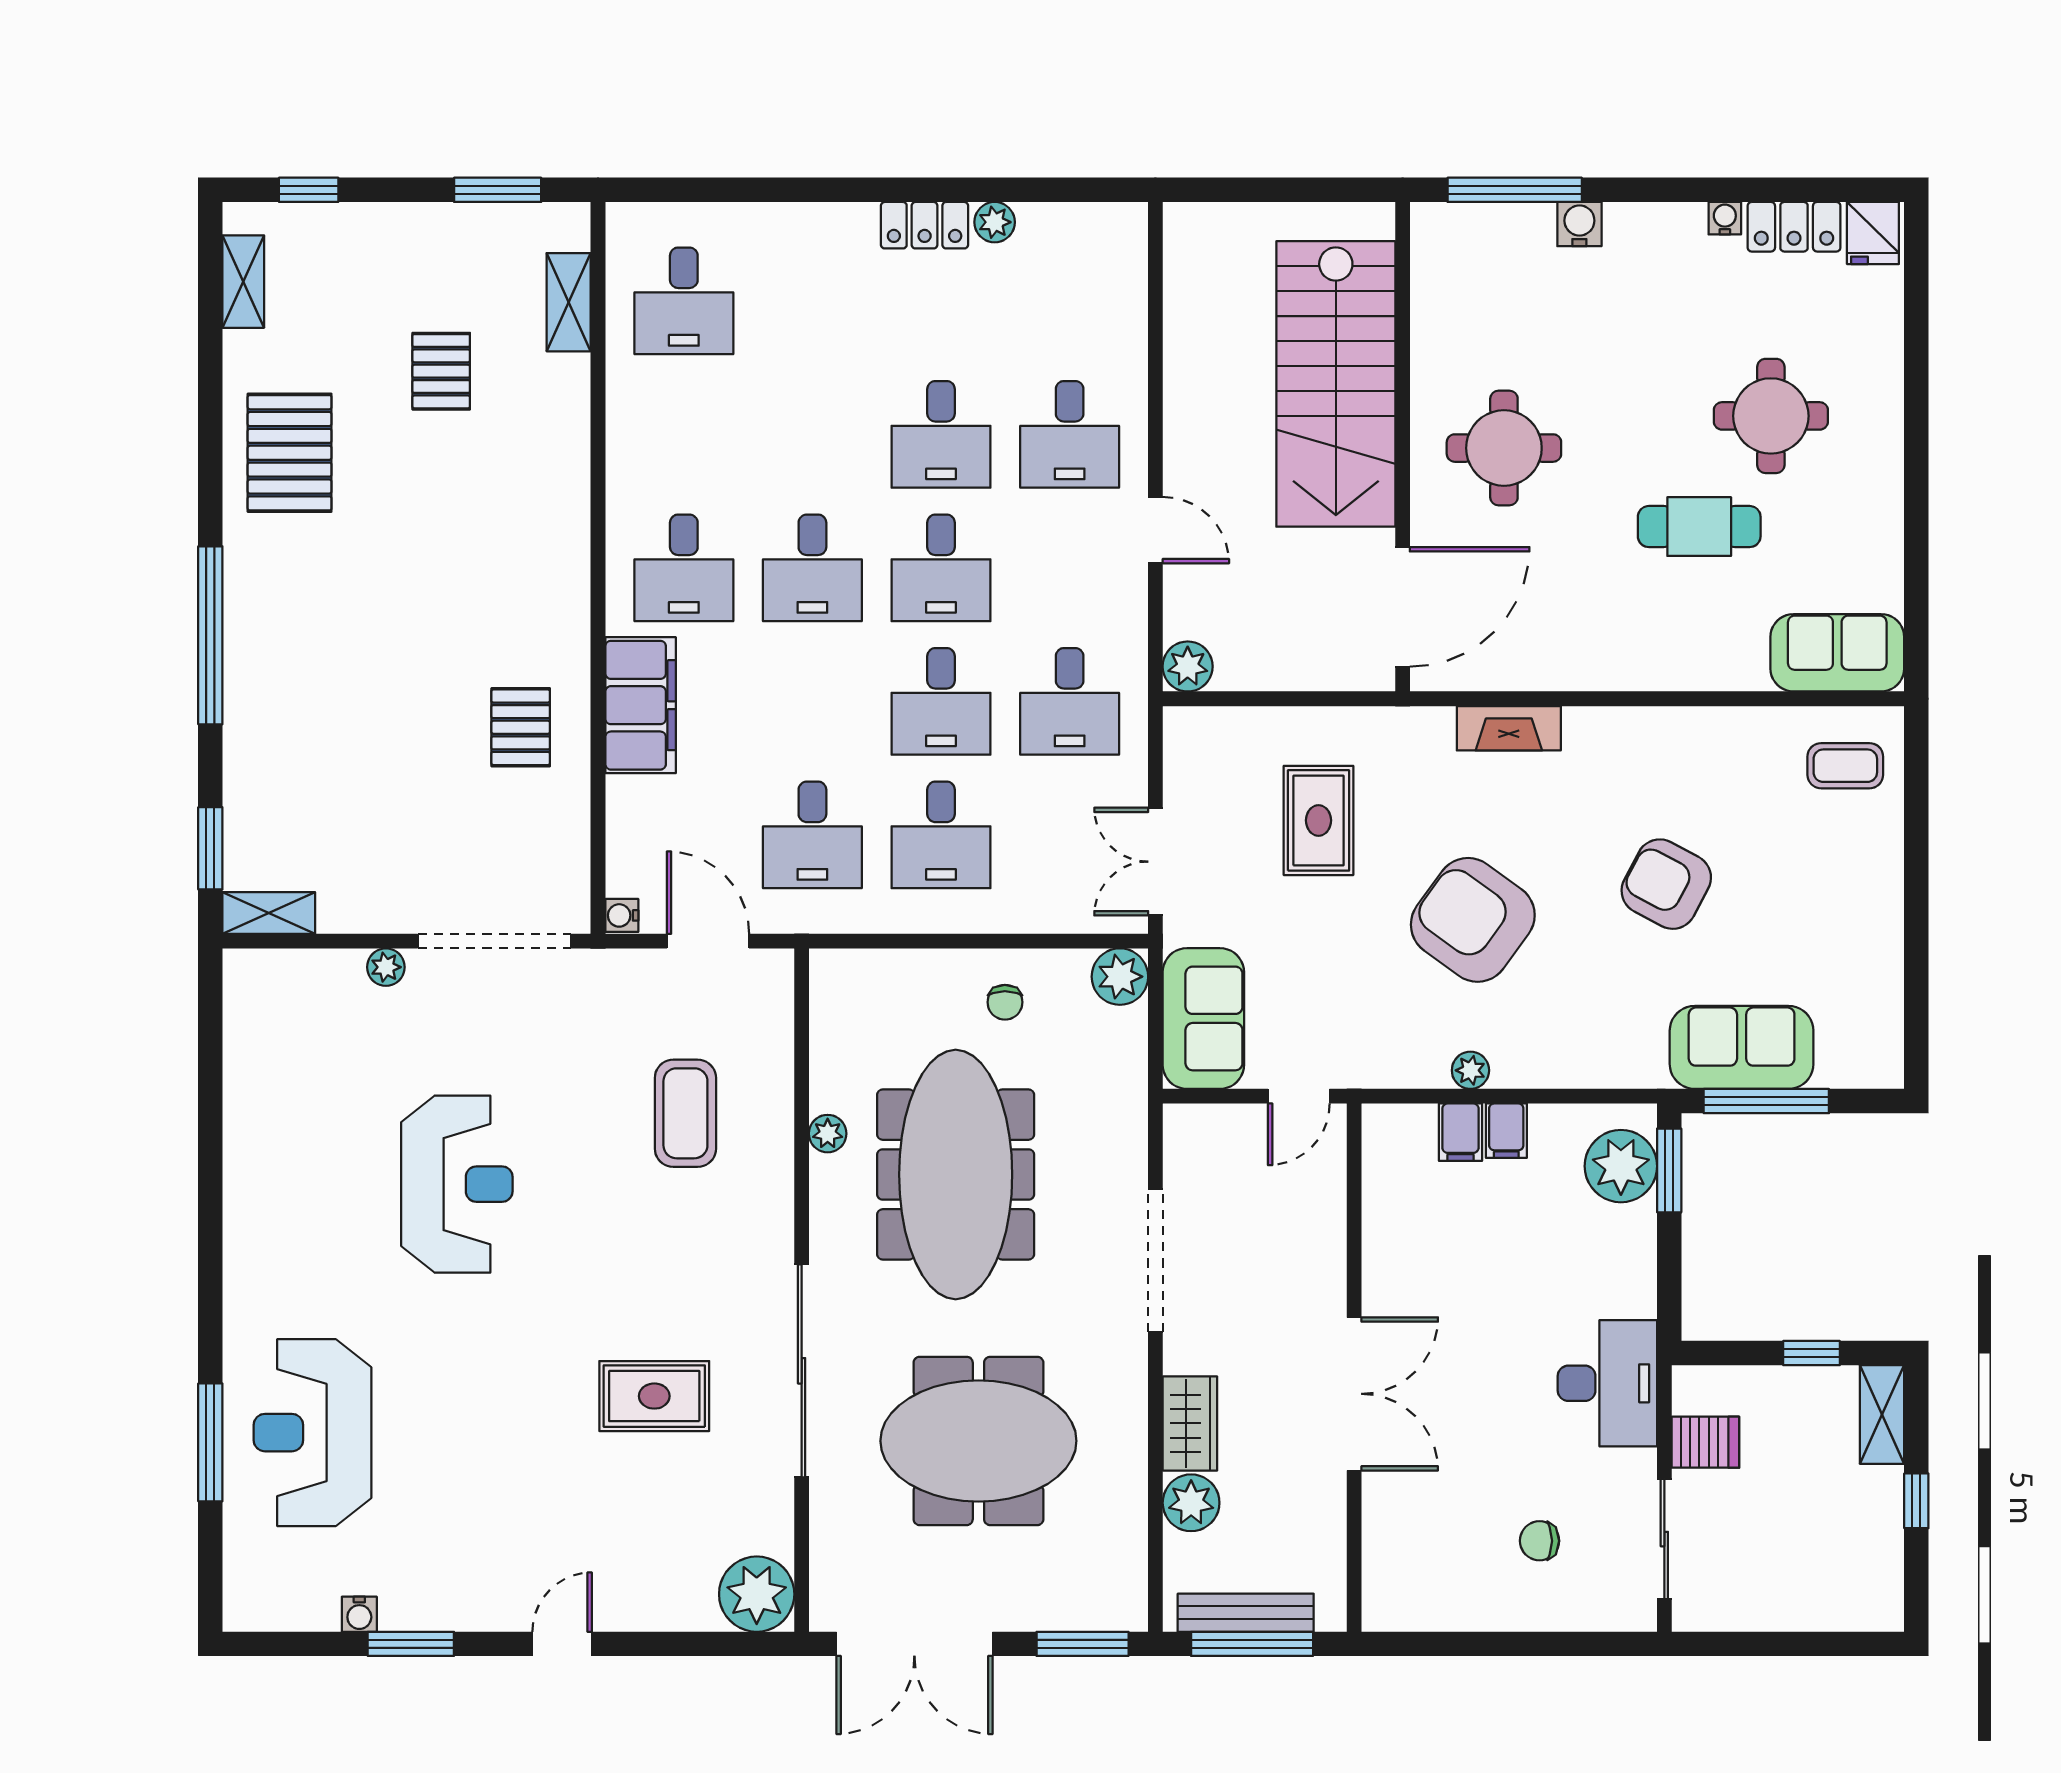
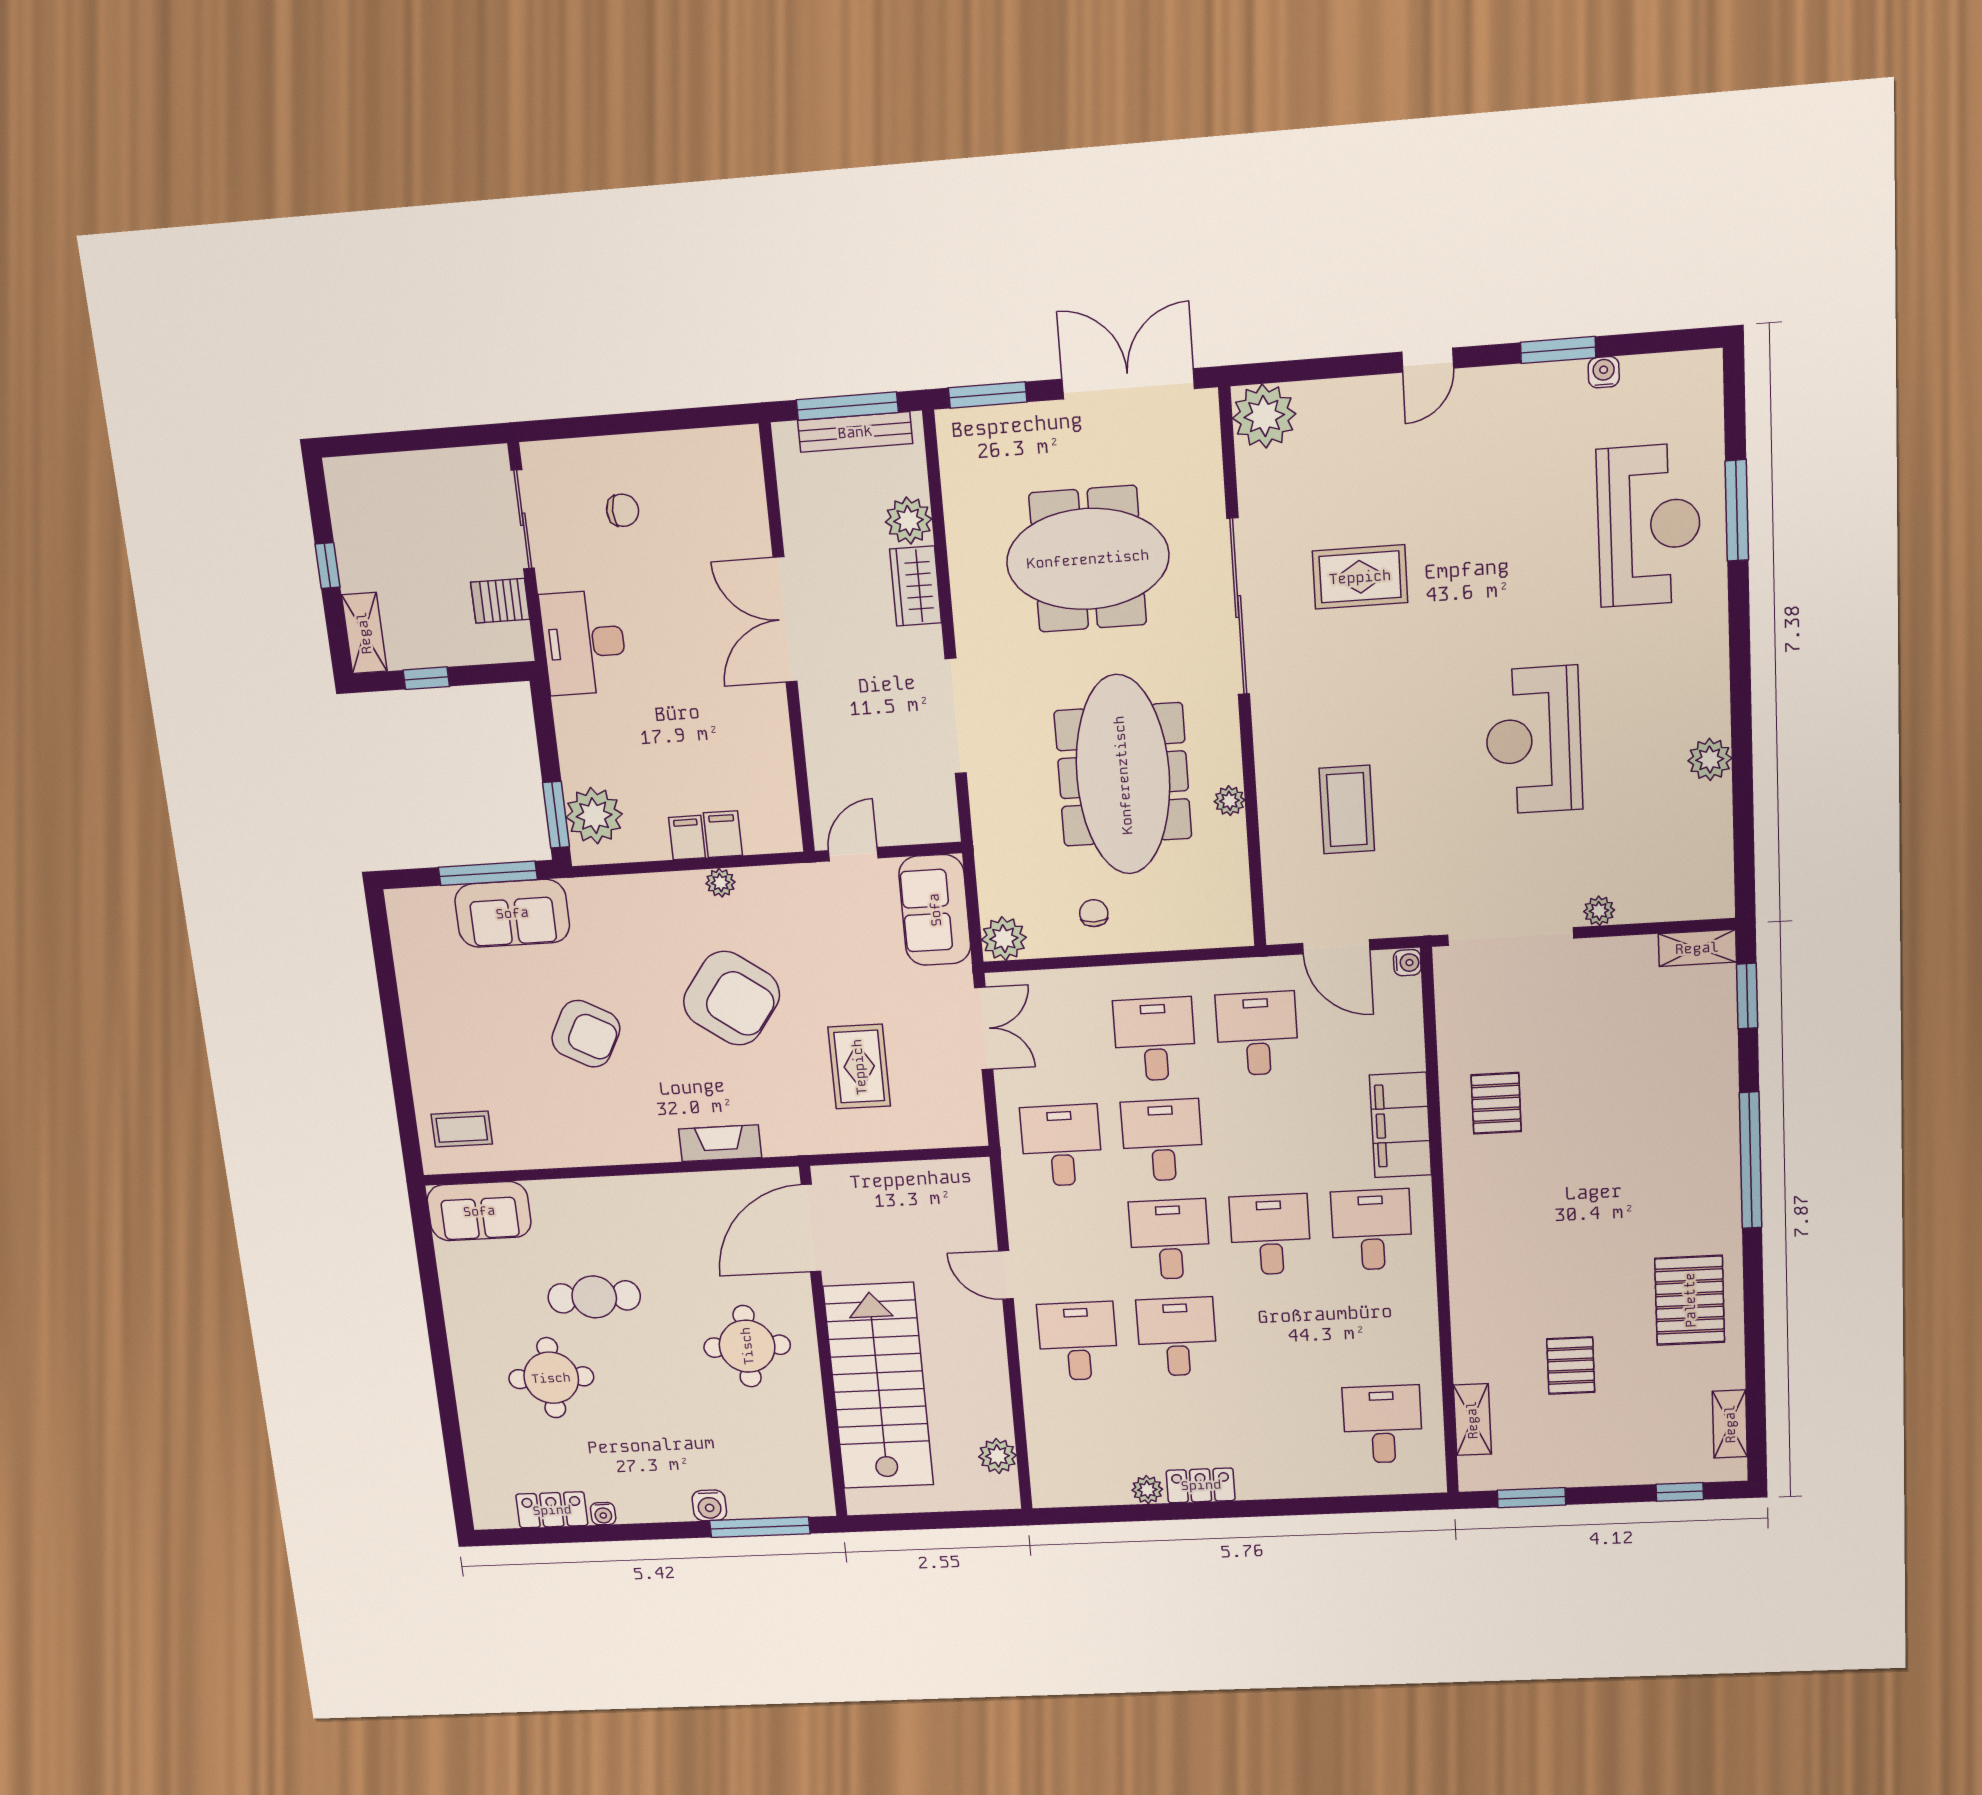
fridge: (1873, 233) -> (494, 1508), removed
plant: (1188, 666) -> (998, 1456), moved
plant: (248, 1147) -> (1710, 759), added

